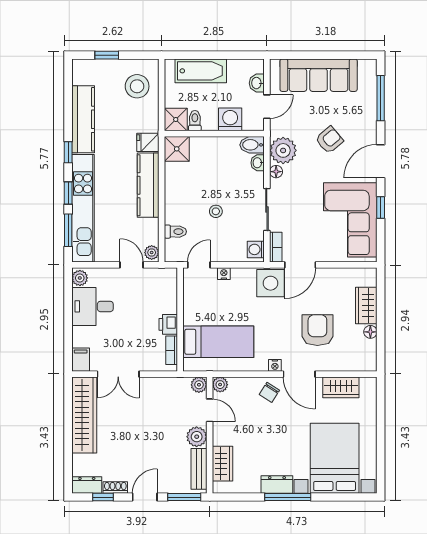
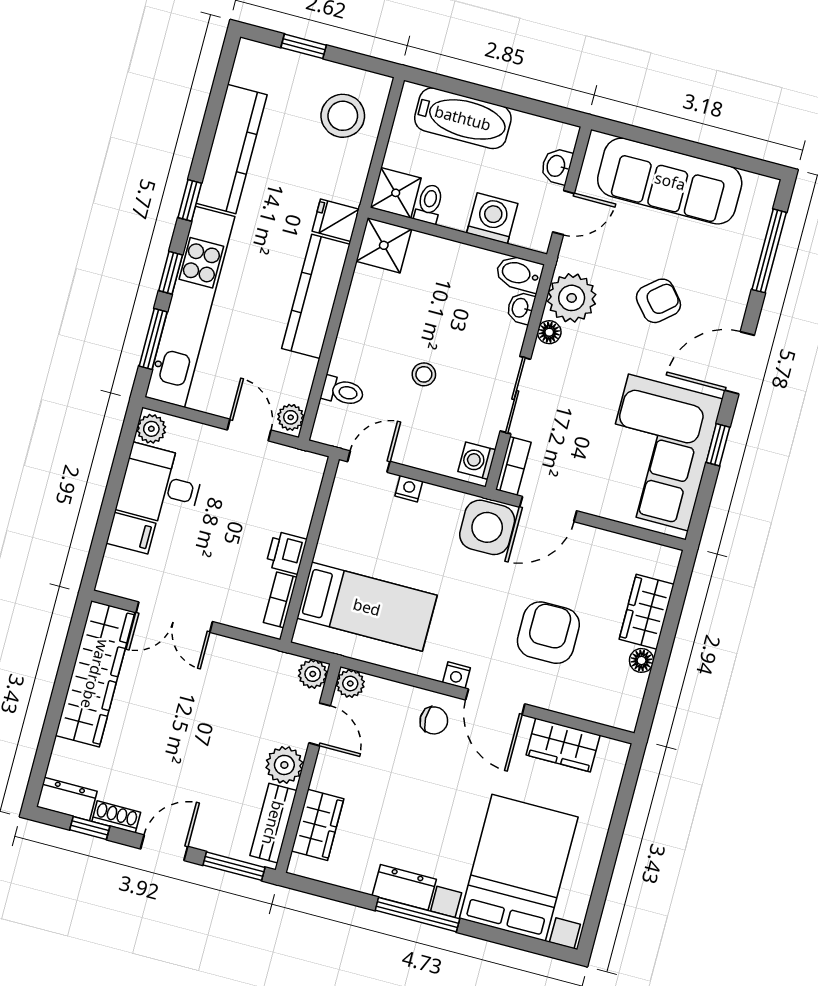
filing cabinet: (81, 360) -> (131, 533), moved, turned 90
chair: (269, 392) -> (434, 720), turned -123

